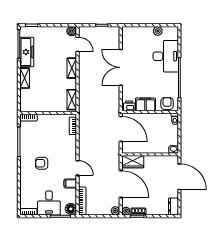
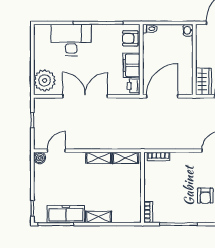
plant: (158, 31) -> (45, 80), moved, width x1.87, depth x1.87
double door: (121, 67) -> (85, 96), swing flipped
shelving: (72, 68) -> (99, 158), moved

